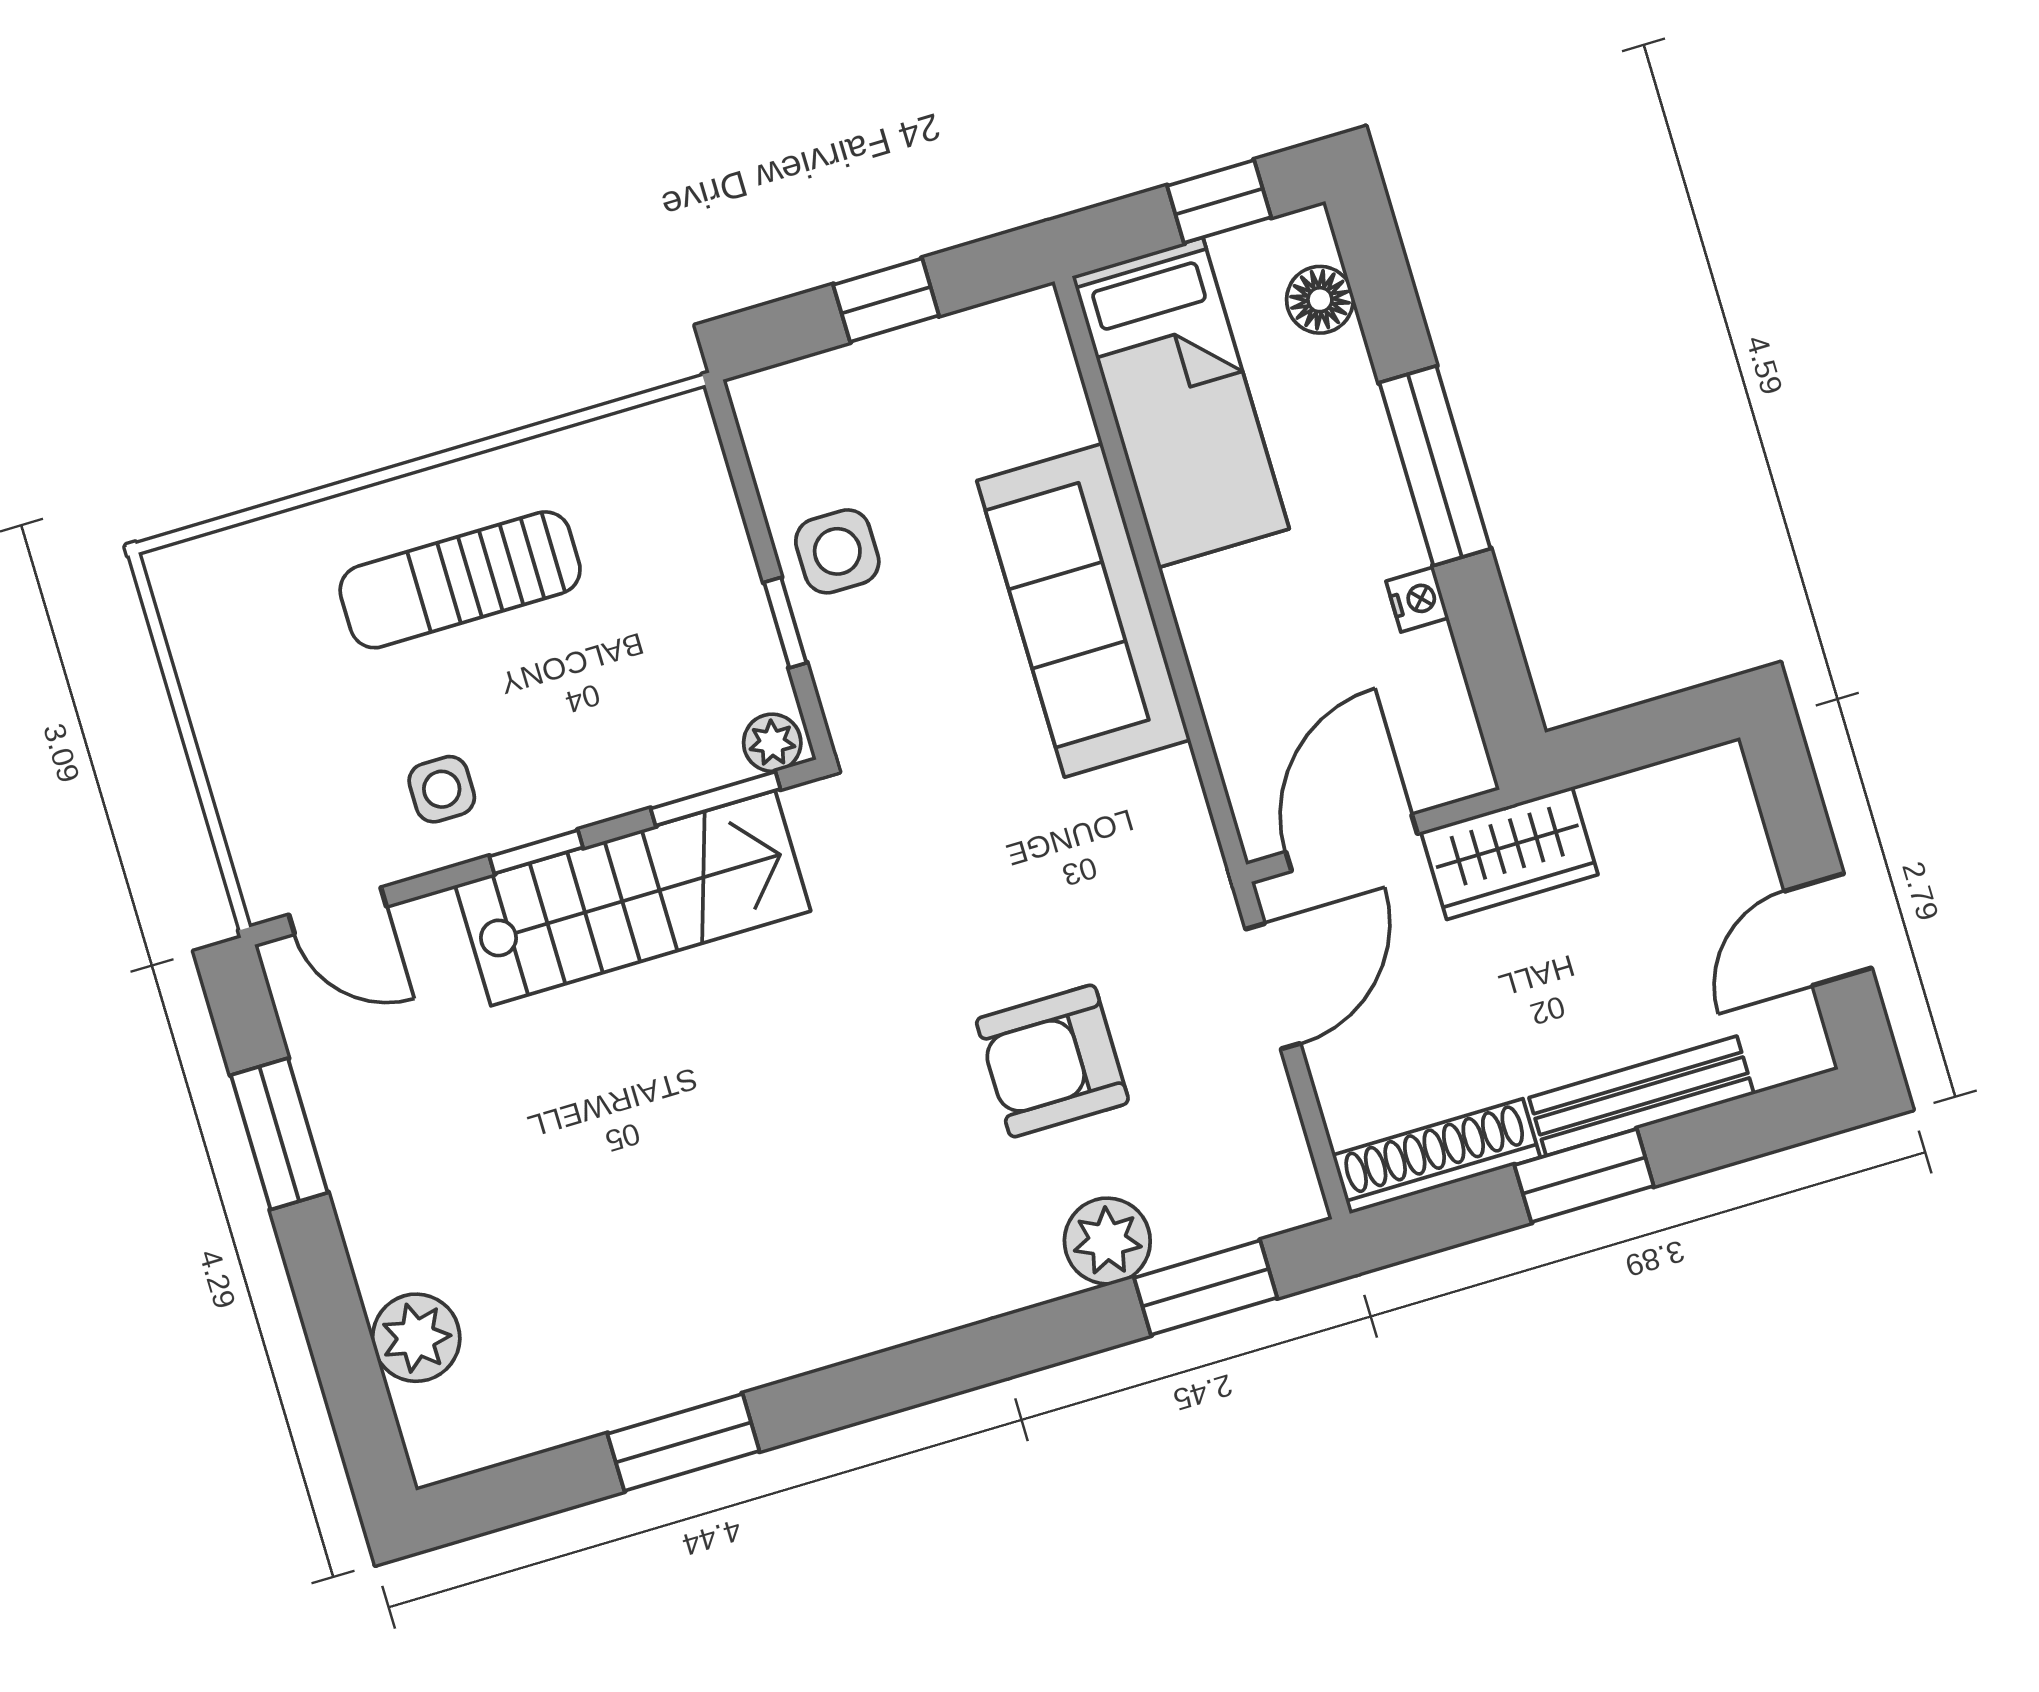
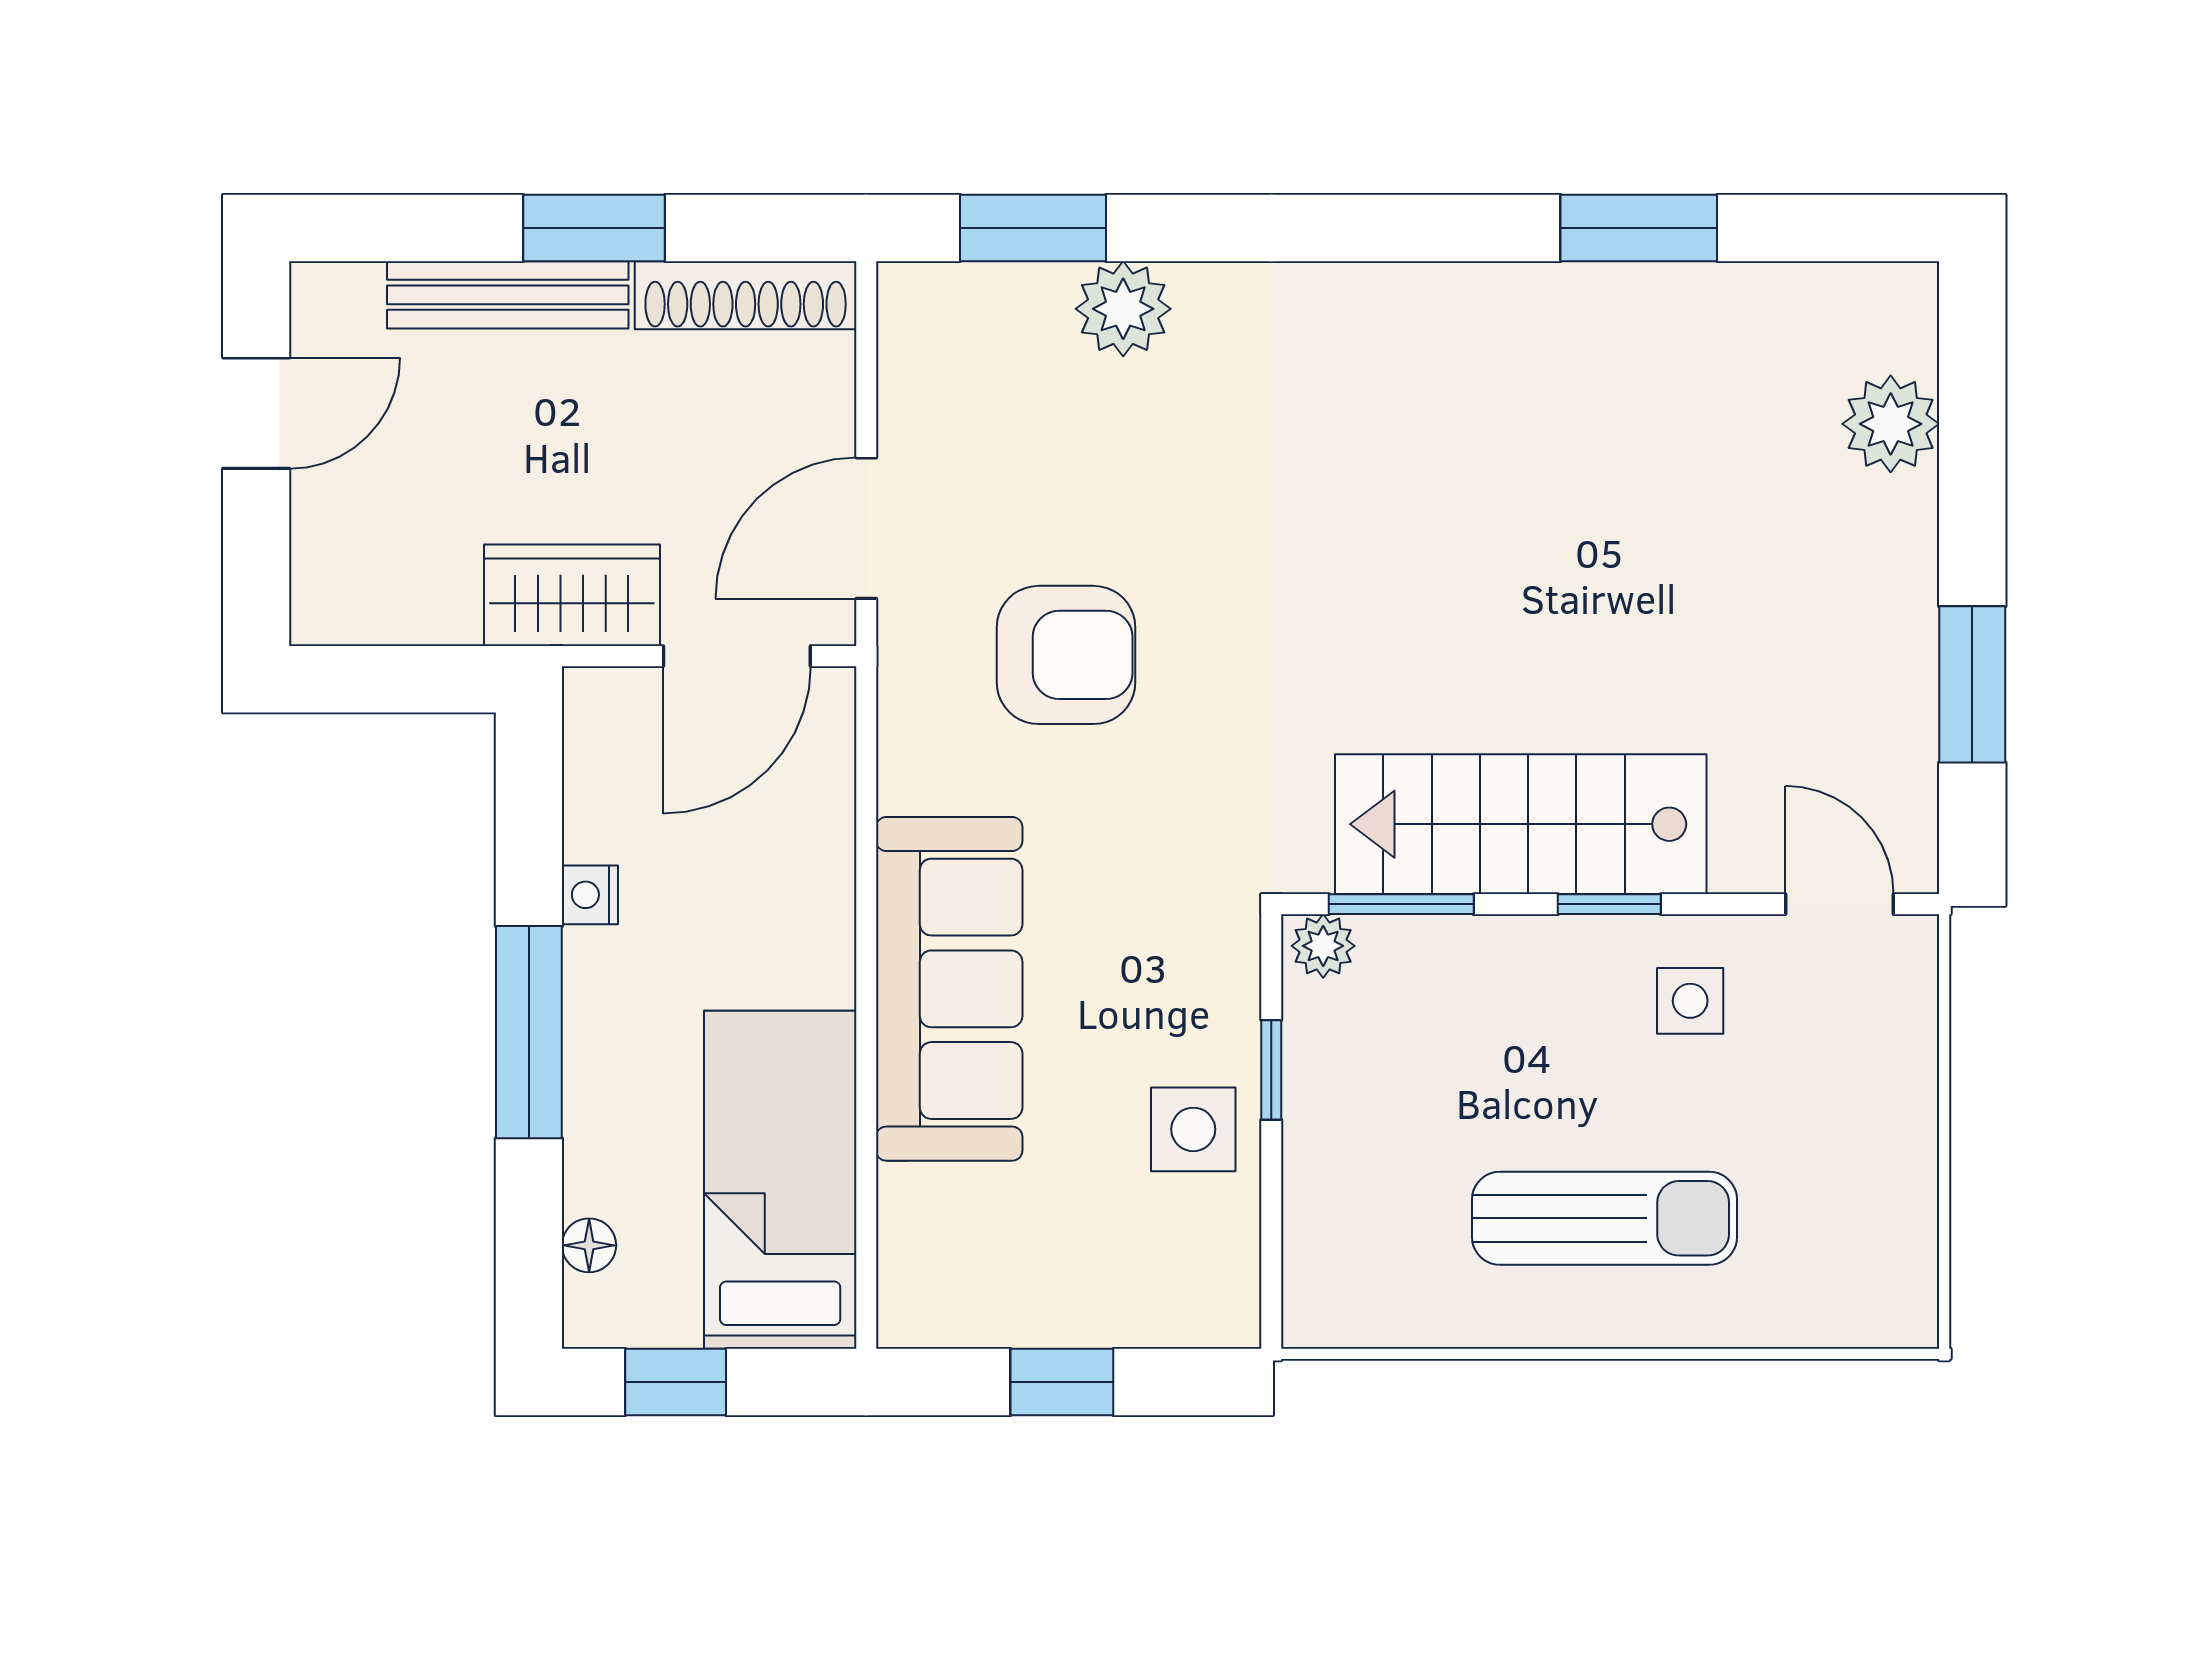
floor lamp: (1320, 300) -> (589, 1245), width x0.73, depth x0.73
armchair: (1052, 1061) -> (1066, 655), moved

